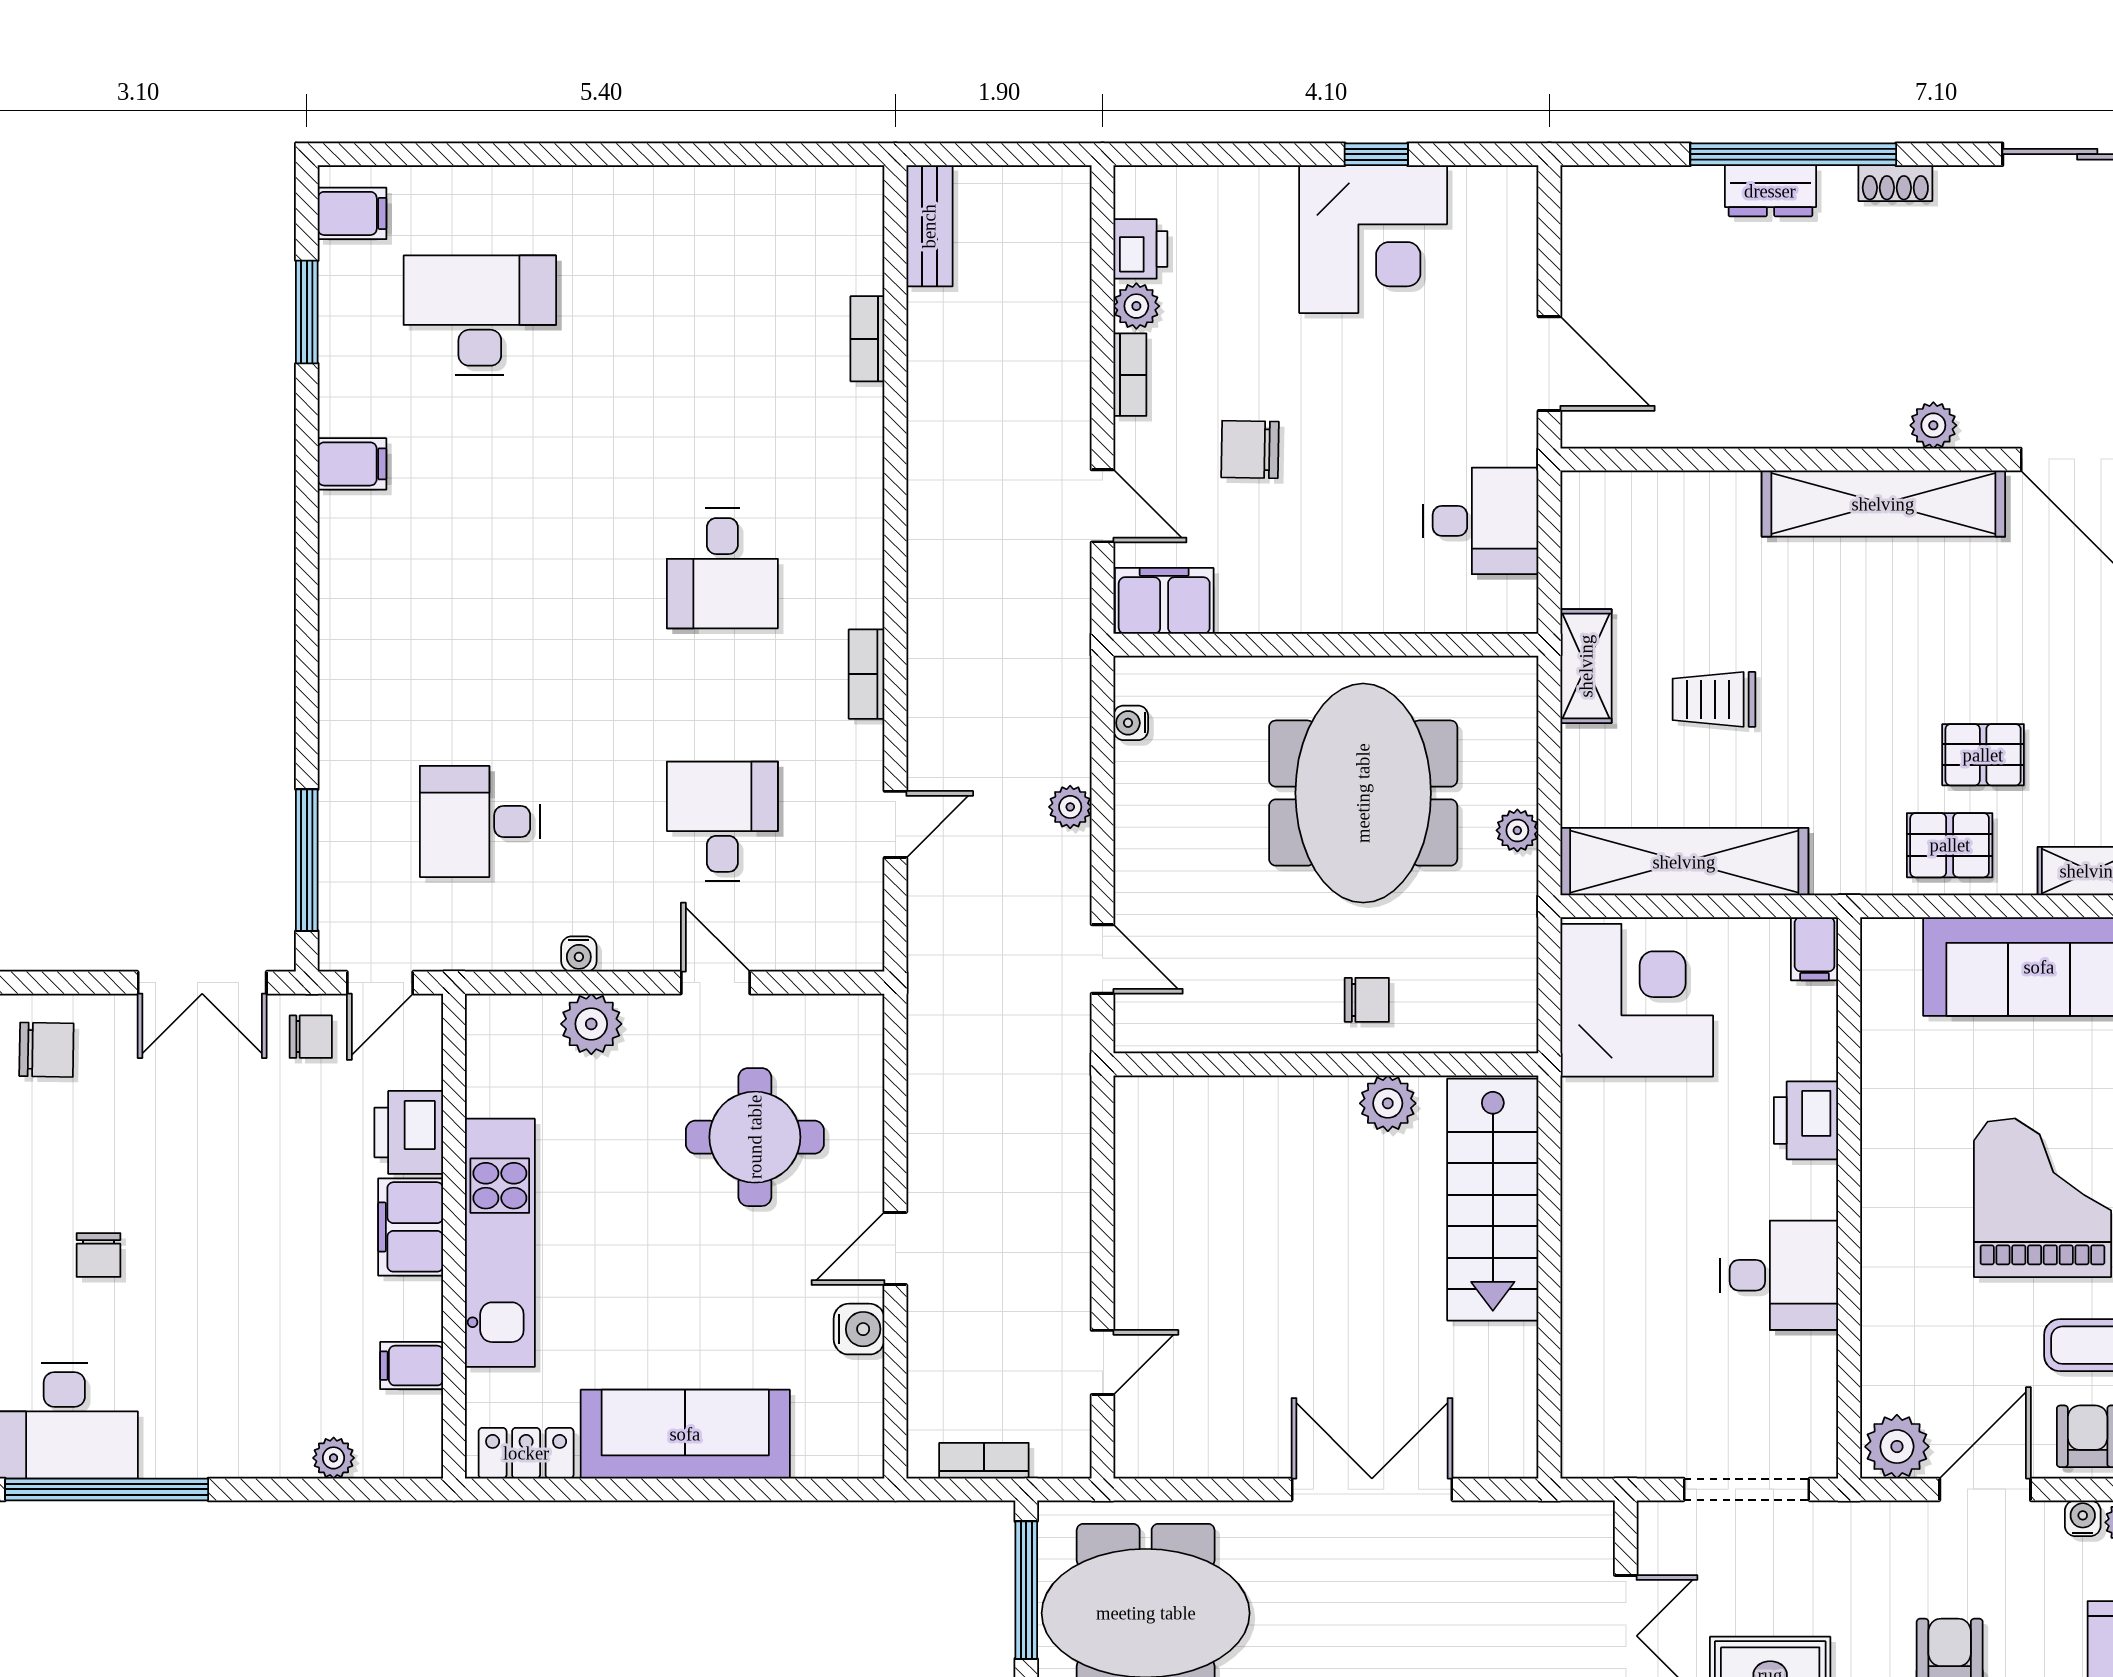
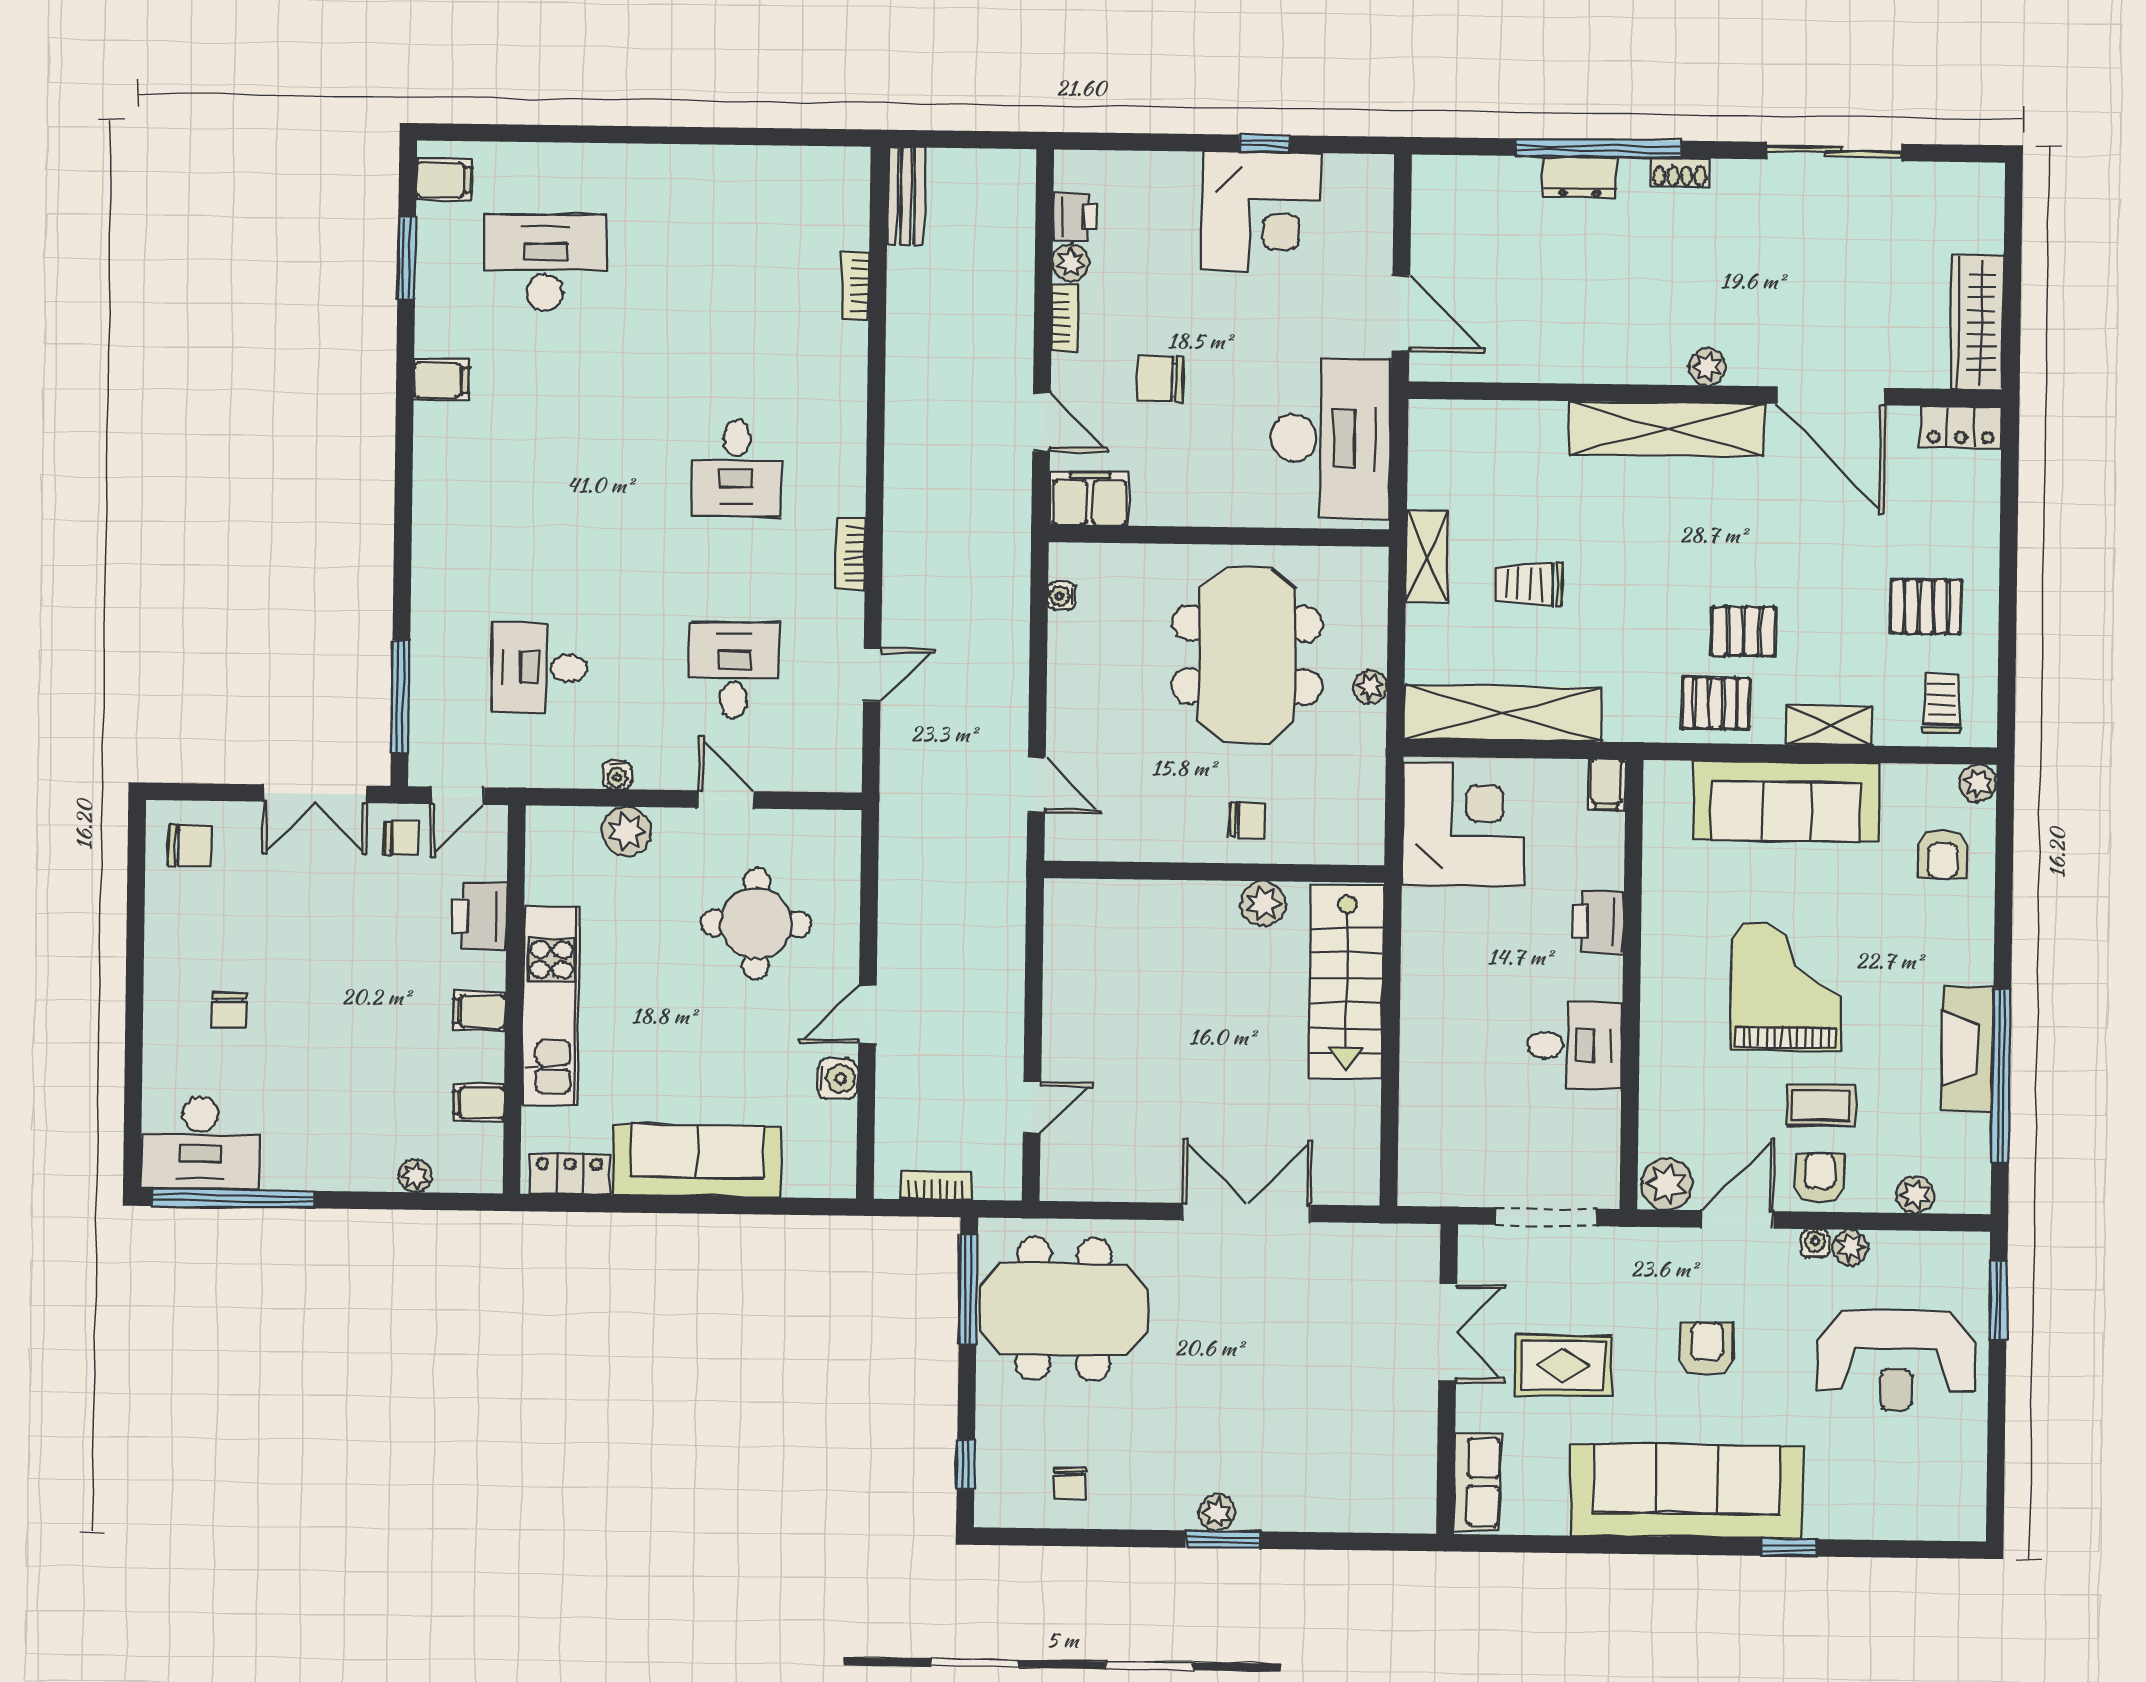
desk: (1481, 521) -> (1331, 438), width x1.87, depth x1.30
plant: (1070, 807) -> (1012, 663), removed
filing cabinet: (411, 1227) -> (479, 1011), width x0.50

